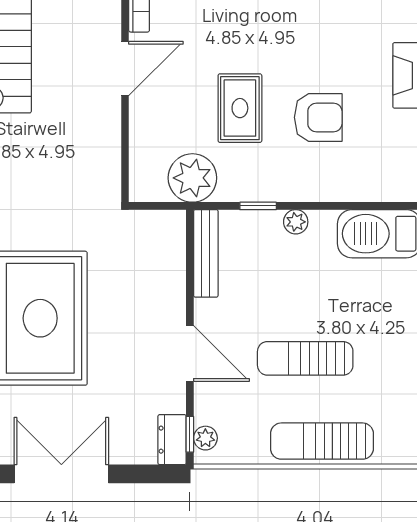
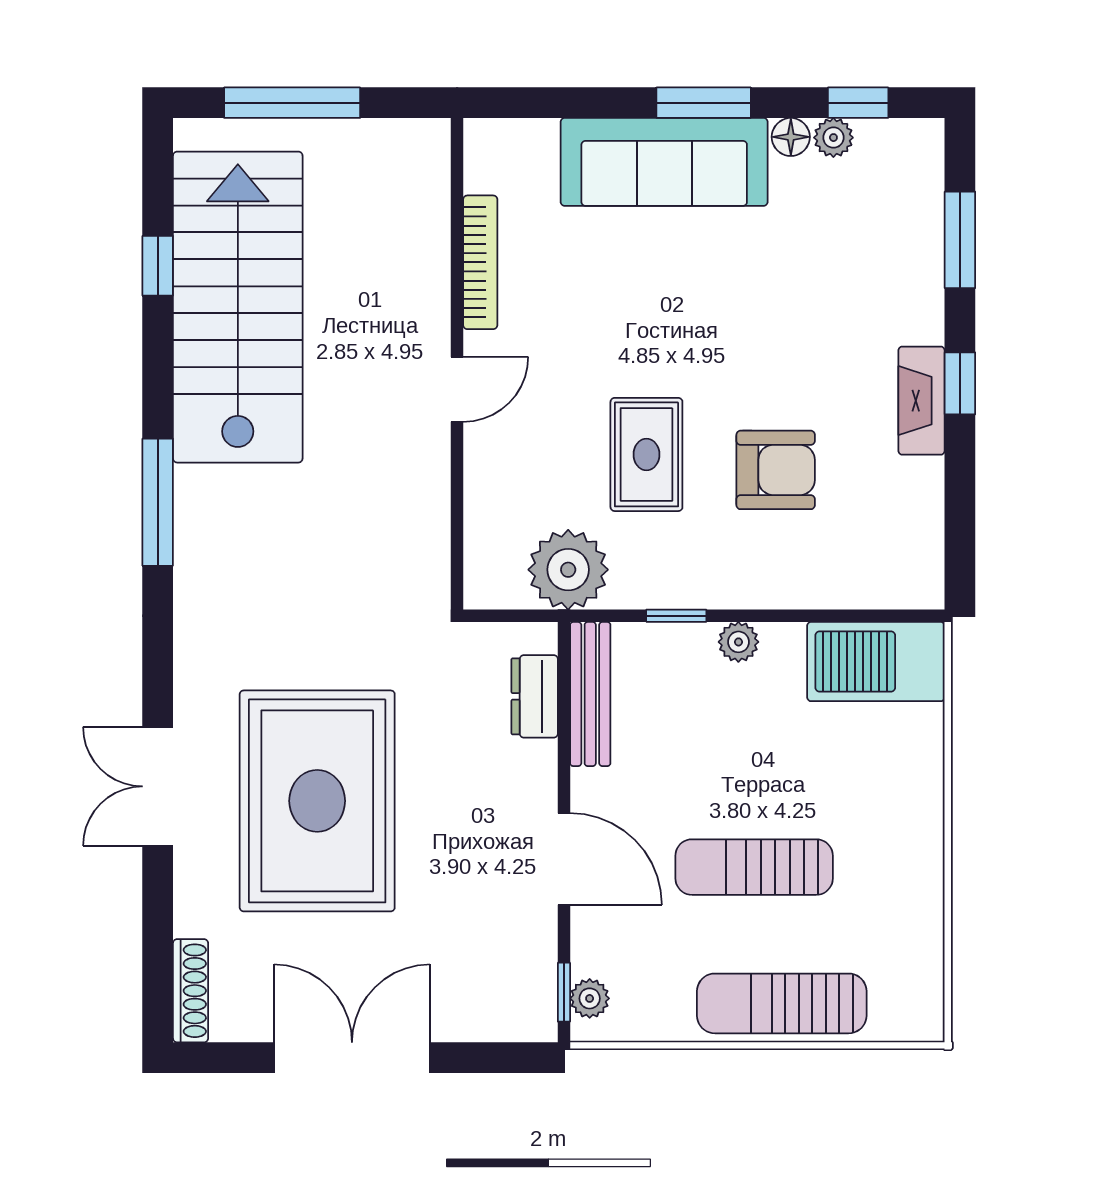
door: (125, 69) -> (457, 389), width x0.73
dresser: (172, 440) -> (535, 696), moved

